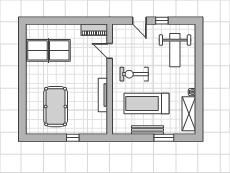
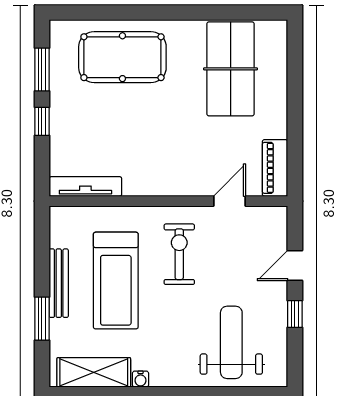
weight bench: (175, 50) -> (231, 342), turned 90
tv unit: (103, 95) -> (85, 186), moved
treadmill: (146, 104) -> (116, 281), turned 180
pool table: (56, 107) -> (122, 57), moved
window: (49, 138) -> (42, 70), added

